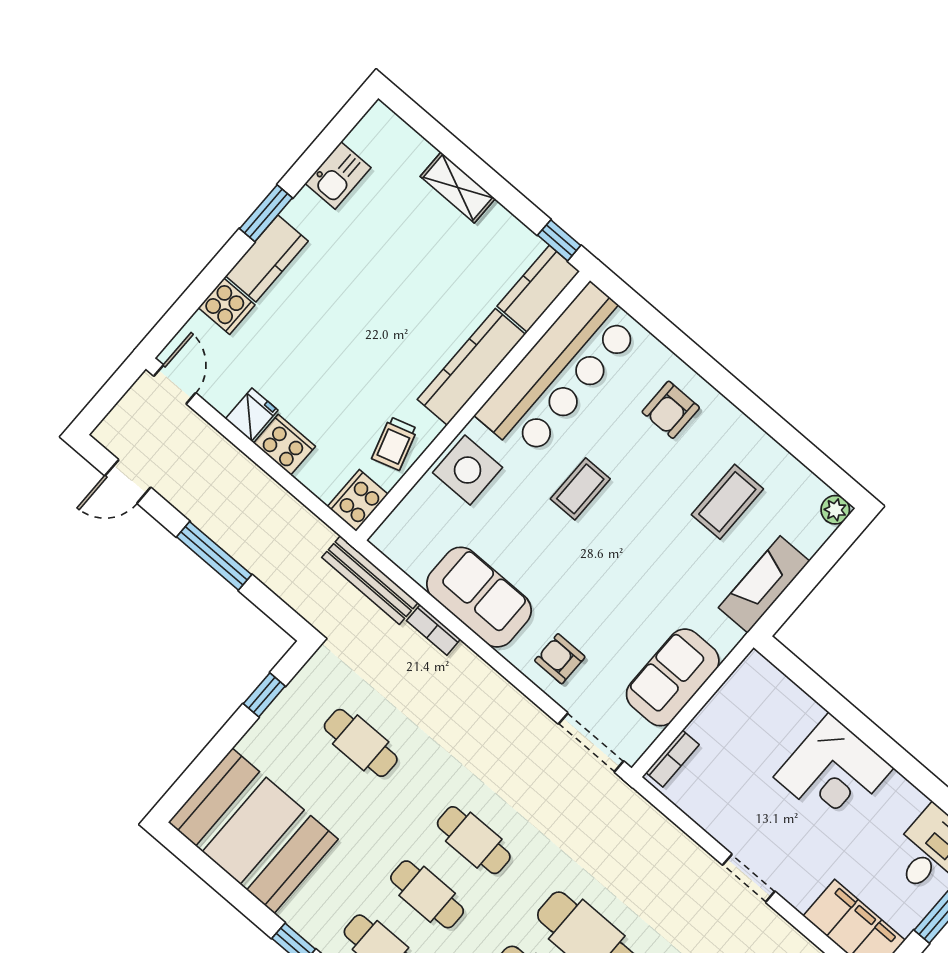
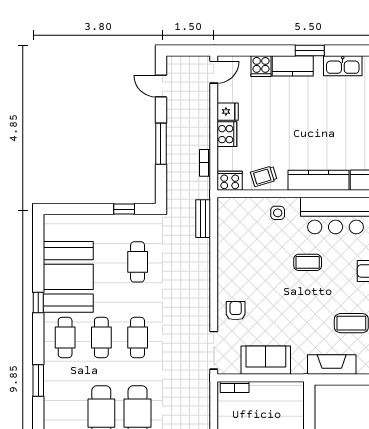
kitchen sink: (338, 176) -> (343, 66), width x1.38
side table: (468, 470) -> (278, 213), width x0.54, depth x0.54
bench: (370, 580) -> (203, 219), width x0.73
sofa: (479, 597) -> (233, 259), removed
bookcase: (434, 630) -> (205, 163), moved
booth: (253, 831) -> (68, 277), moved

